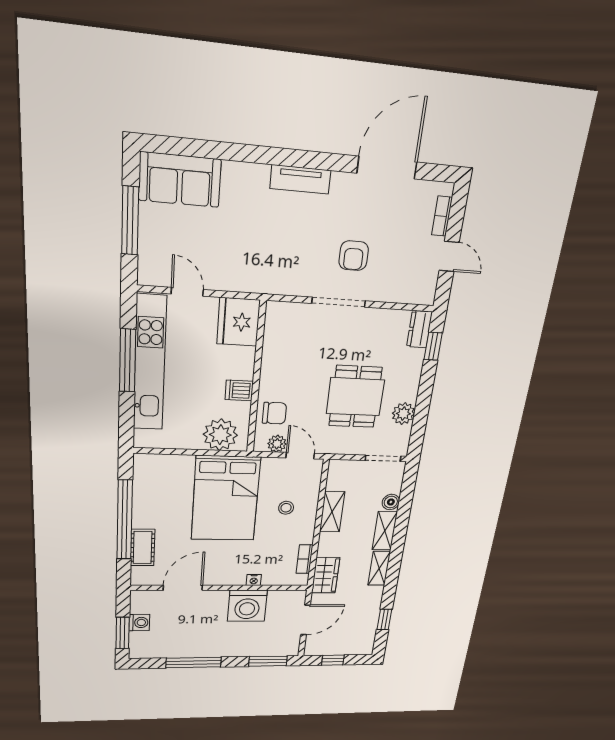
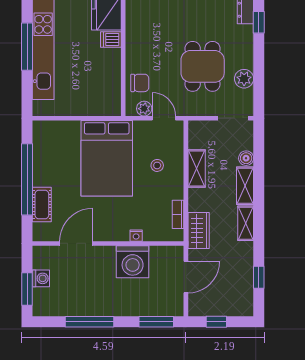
dishwasher: (239, 390) -> (111, 40), moved
plant: (220, 435) -> (99, 103), removed

